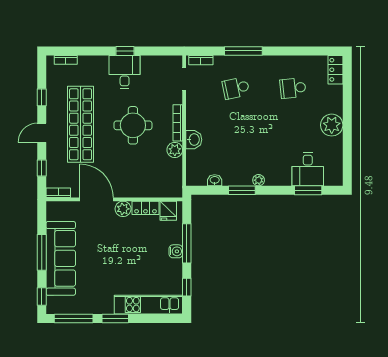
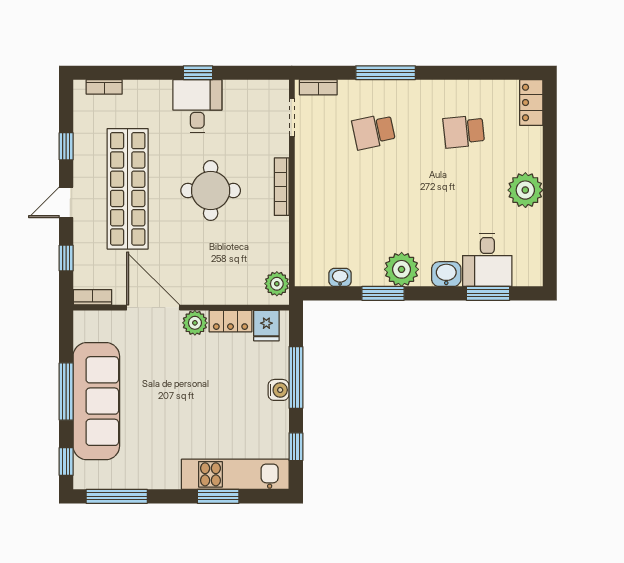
washbasin: (194, 140) -> (446, 274), moved, turned -90
plant: (175, 150) -> (277, 284), moved
plant: (259, 180) -> (402, 269), width x1.87, depth x1.87
window: (115, 319) -> (218, 496), moved

